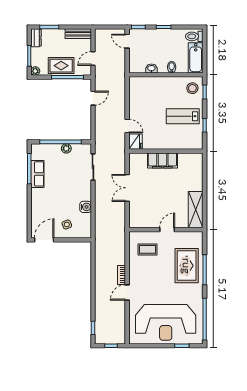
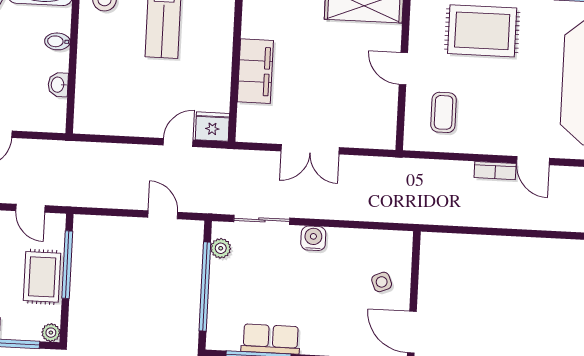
door: (93, 98) -> (163, 215), moved
plant: (66, 148) -> (221, 248), moved
water cooler: (86, 207) -> (313, 238), moved

